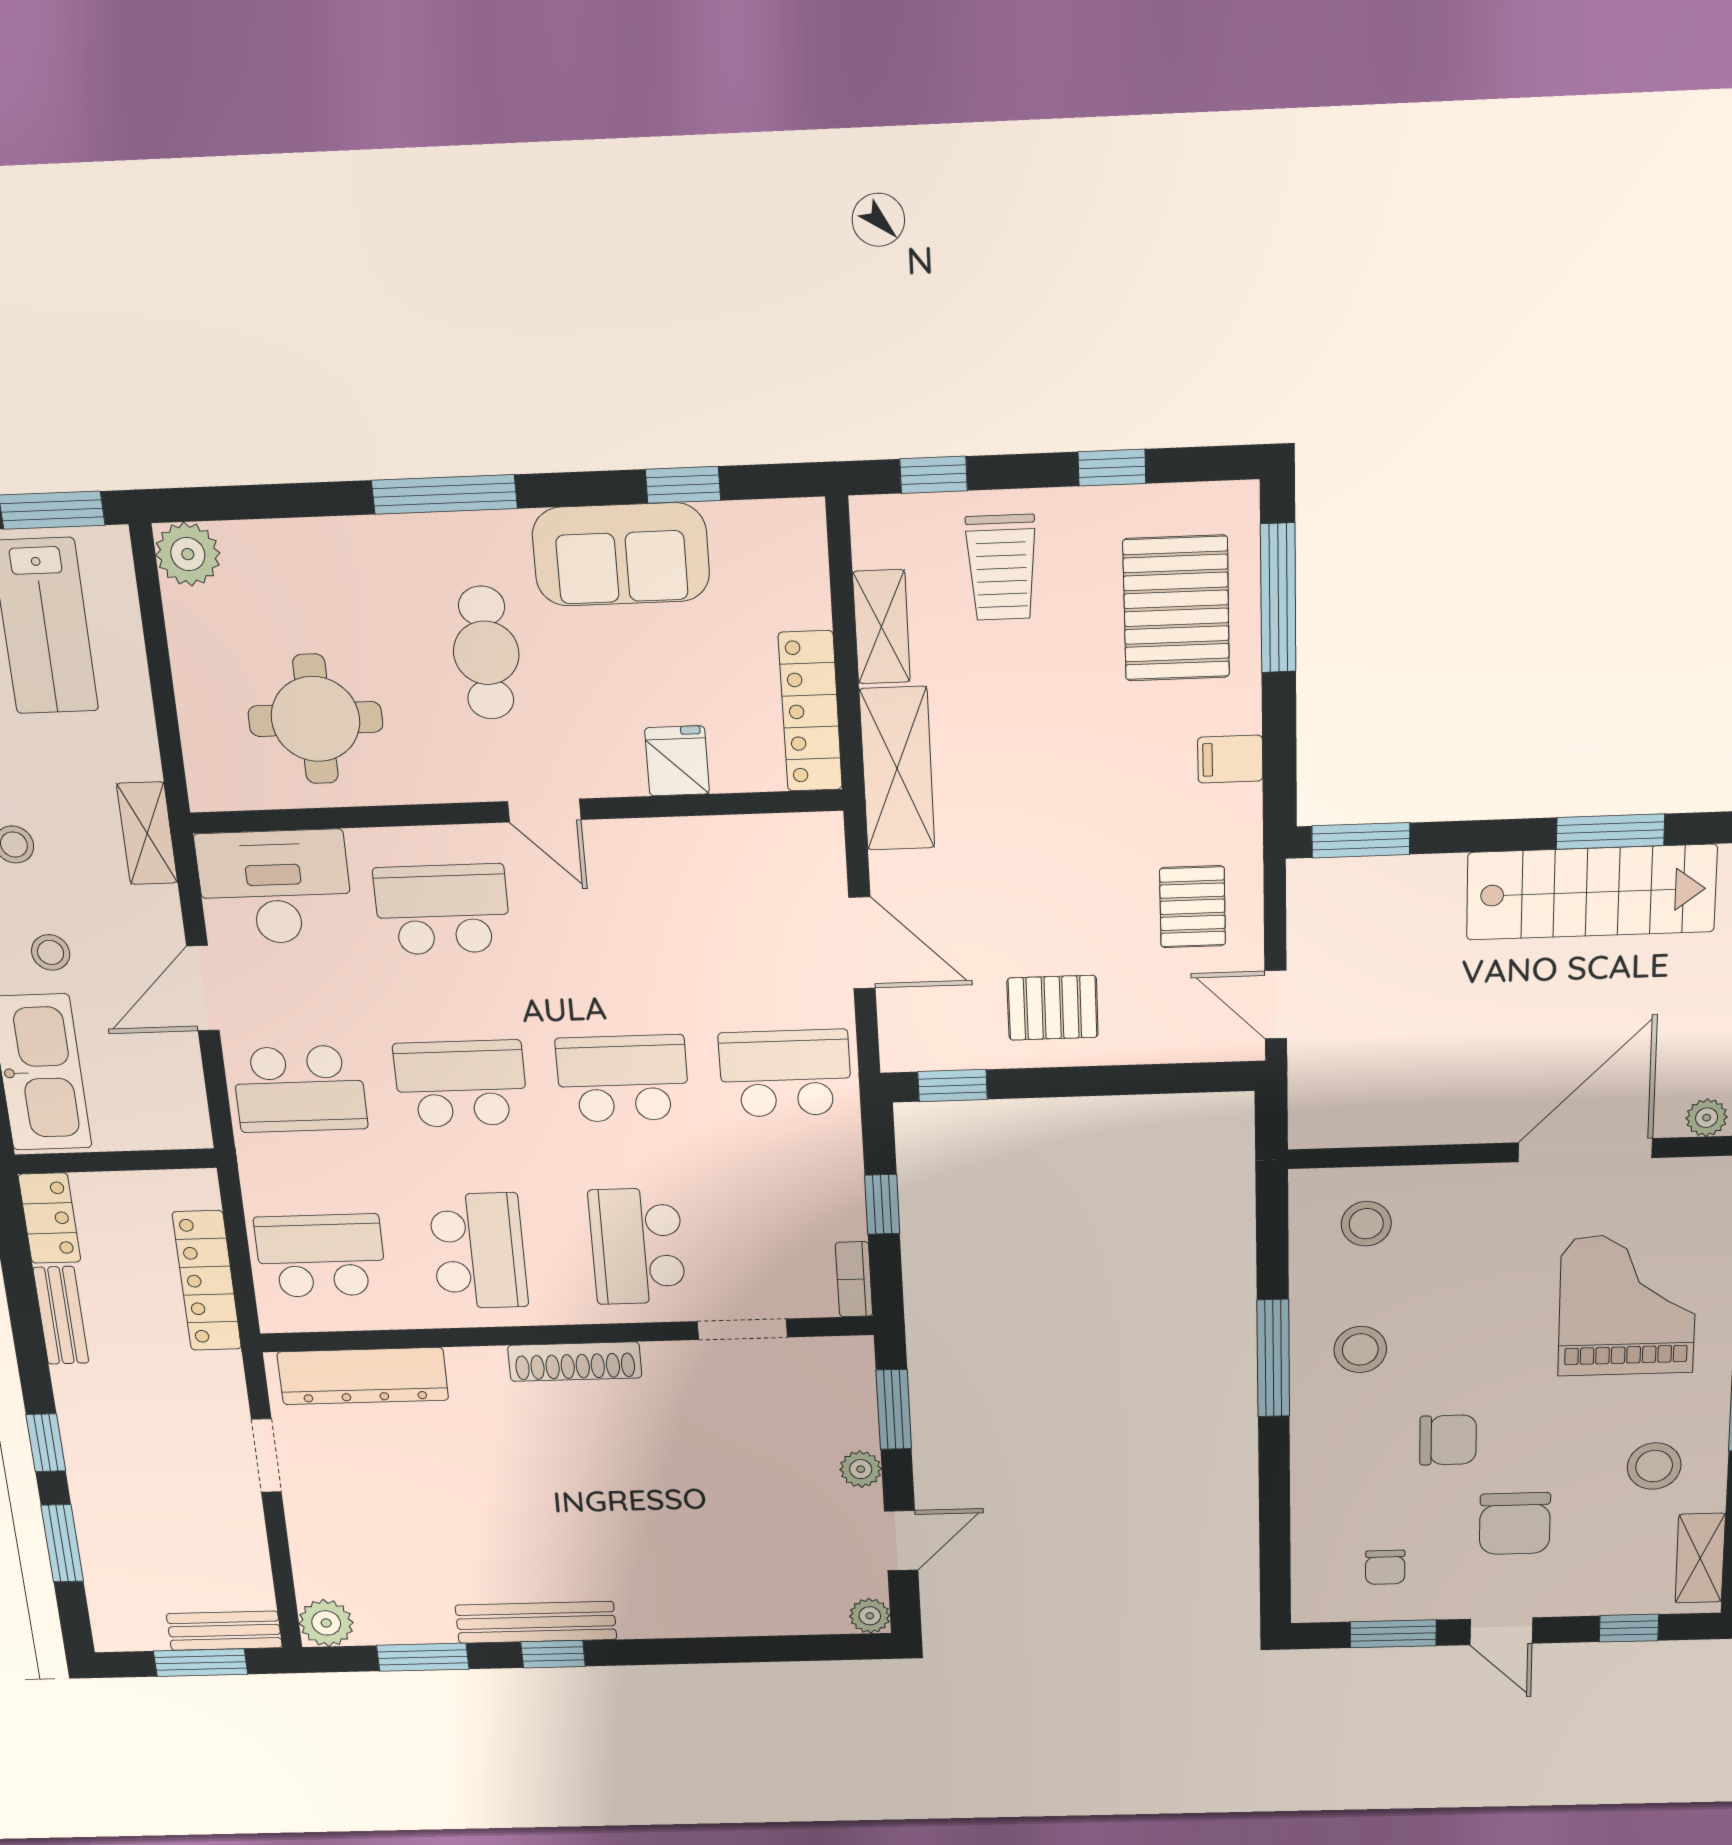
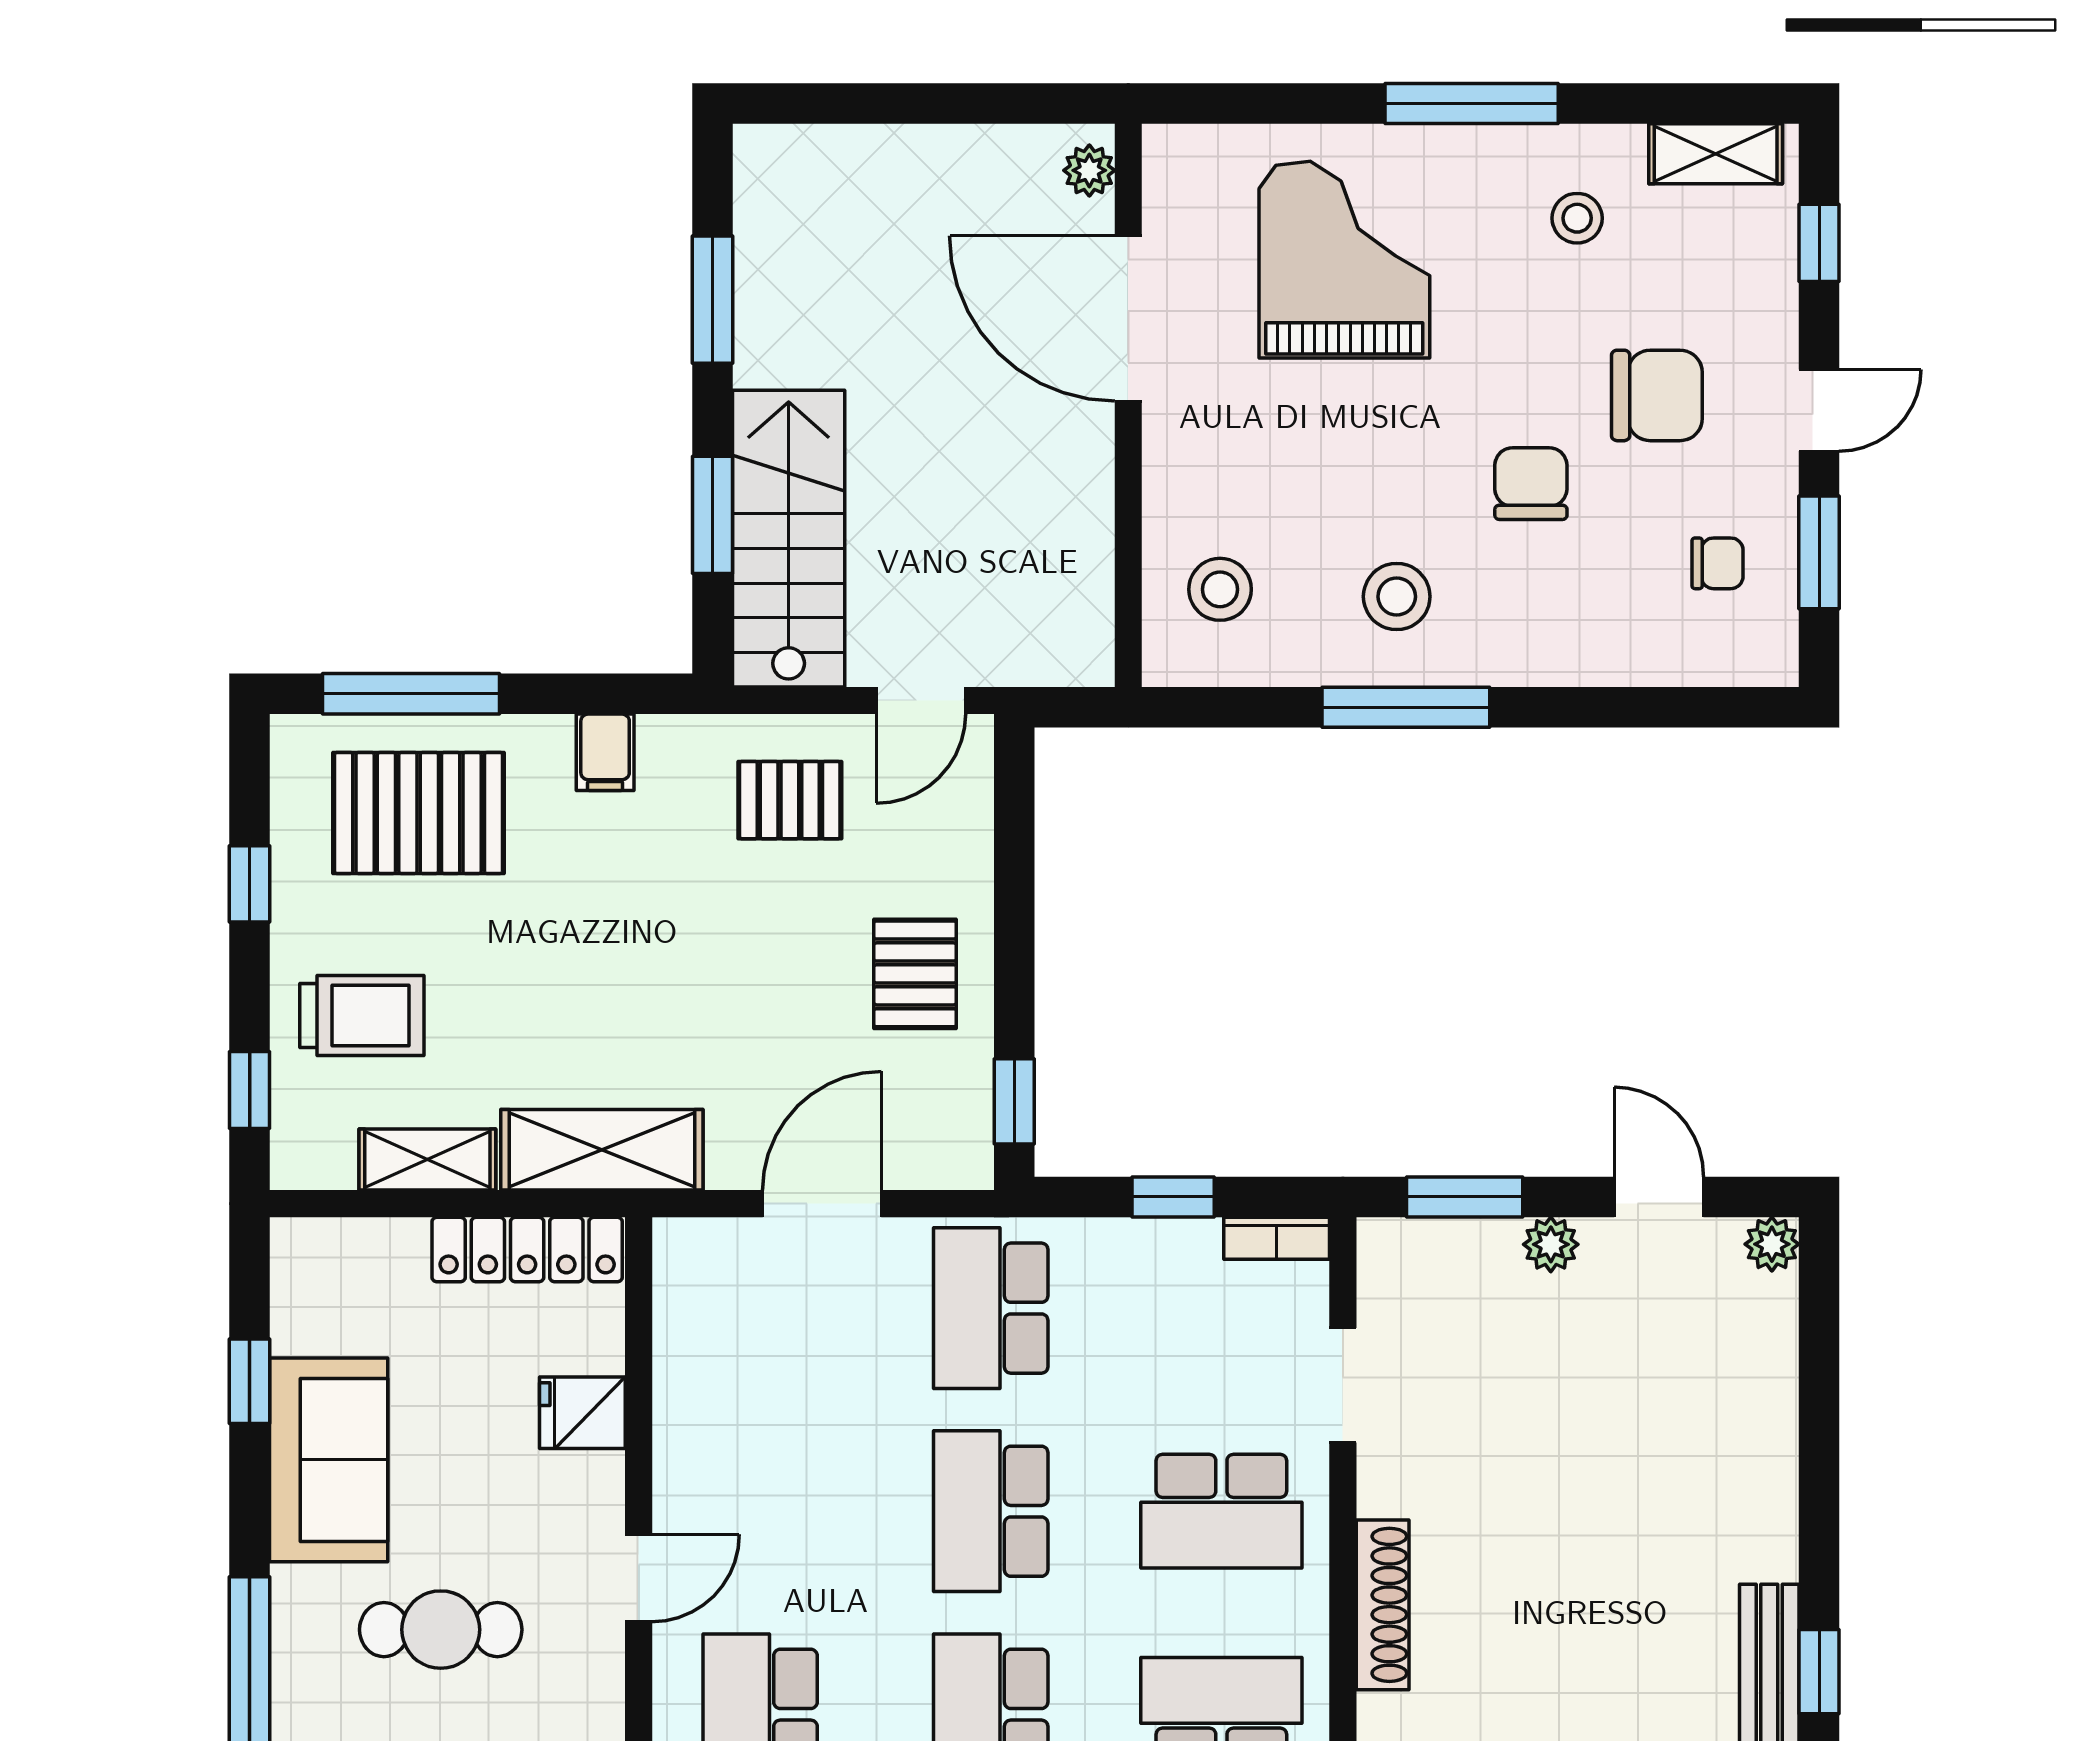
window: (1361, 840) -> (712, 515), moved
stairs: (1591, 892) -> (789, 539), moved
grand piano: (1628, 1305) -> (1344, 260), turned 90
stool: (1654, 1466) -> (1577, 218), width x0.73, depth x0.73

